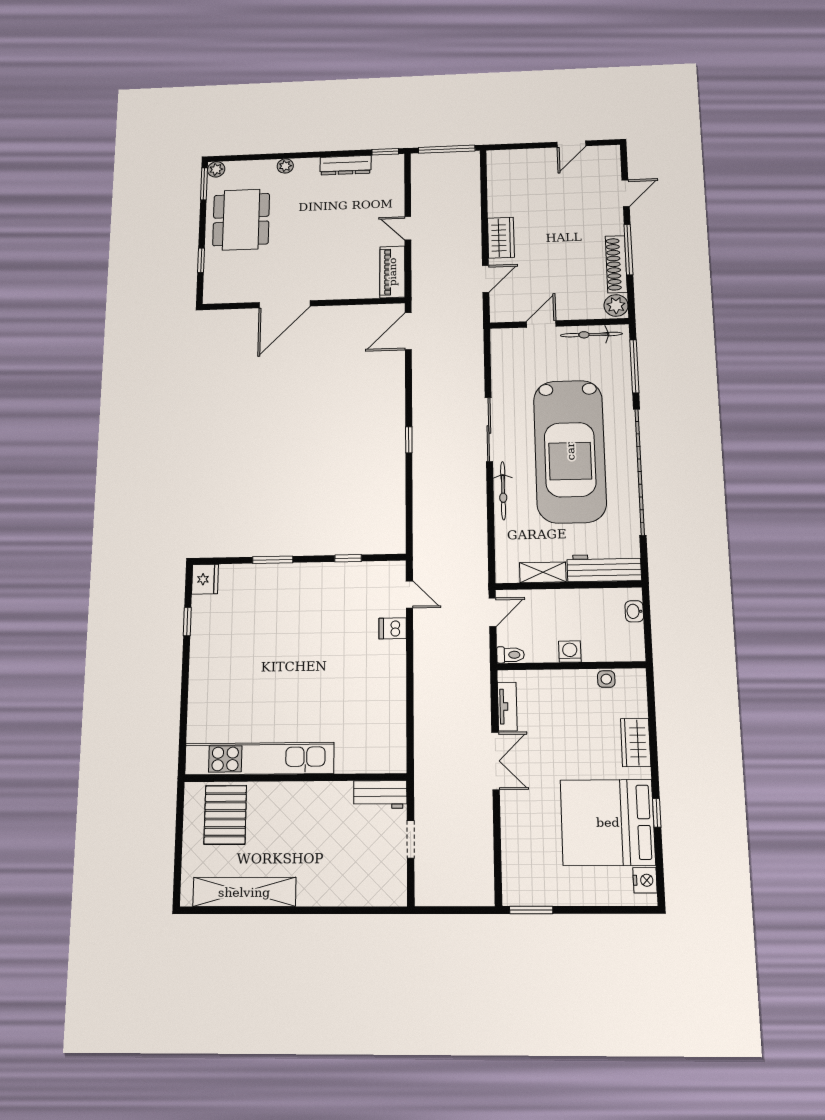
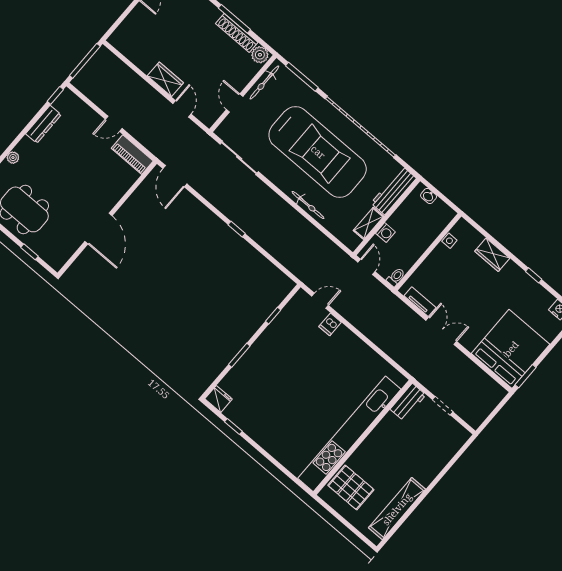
sliding door: (489, 429) -> (239, 158), moved
washing machine: (570, 652) -> (385, 233), moved, turned 180
kitchen unit: (259, 759) -> (349, 434), width x1.36
bed: (608, 822) -> (511, 349), moved, turned 180

